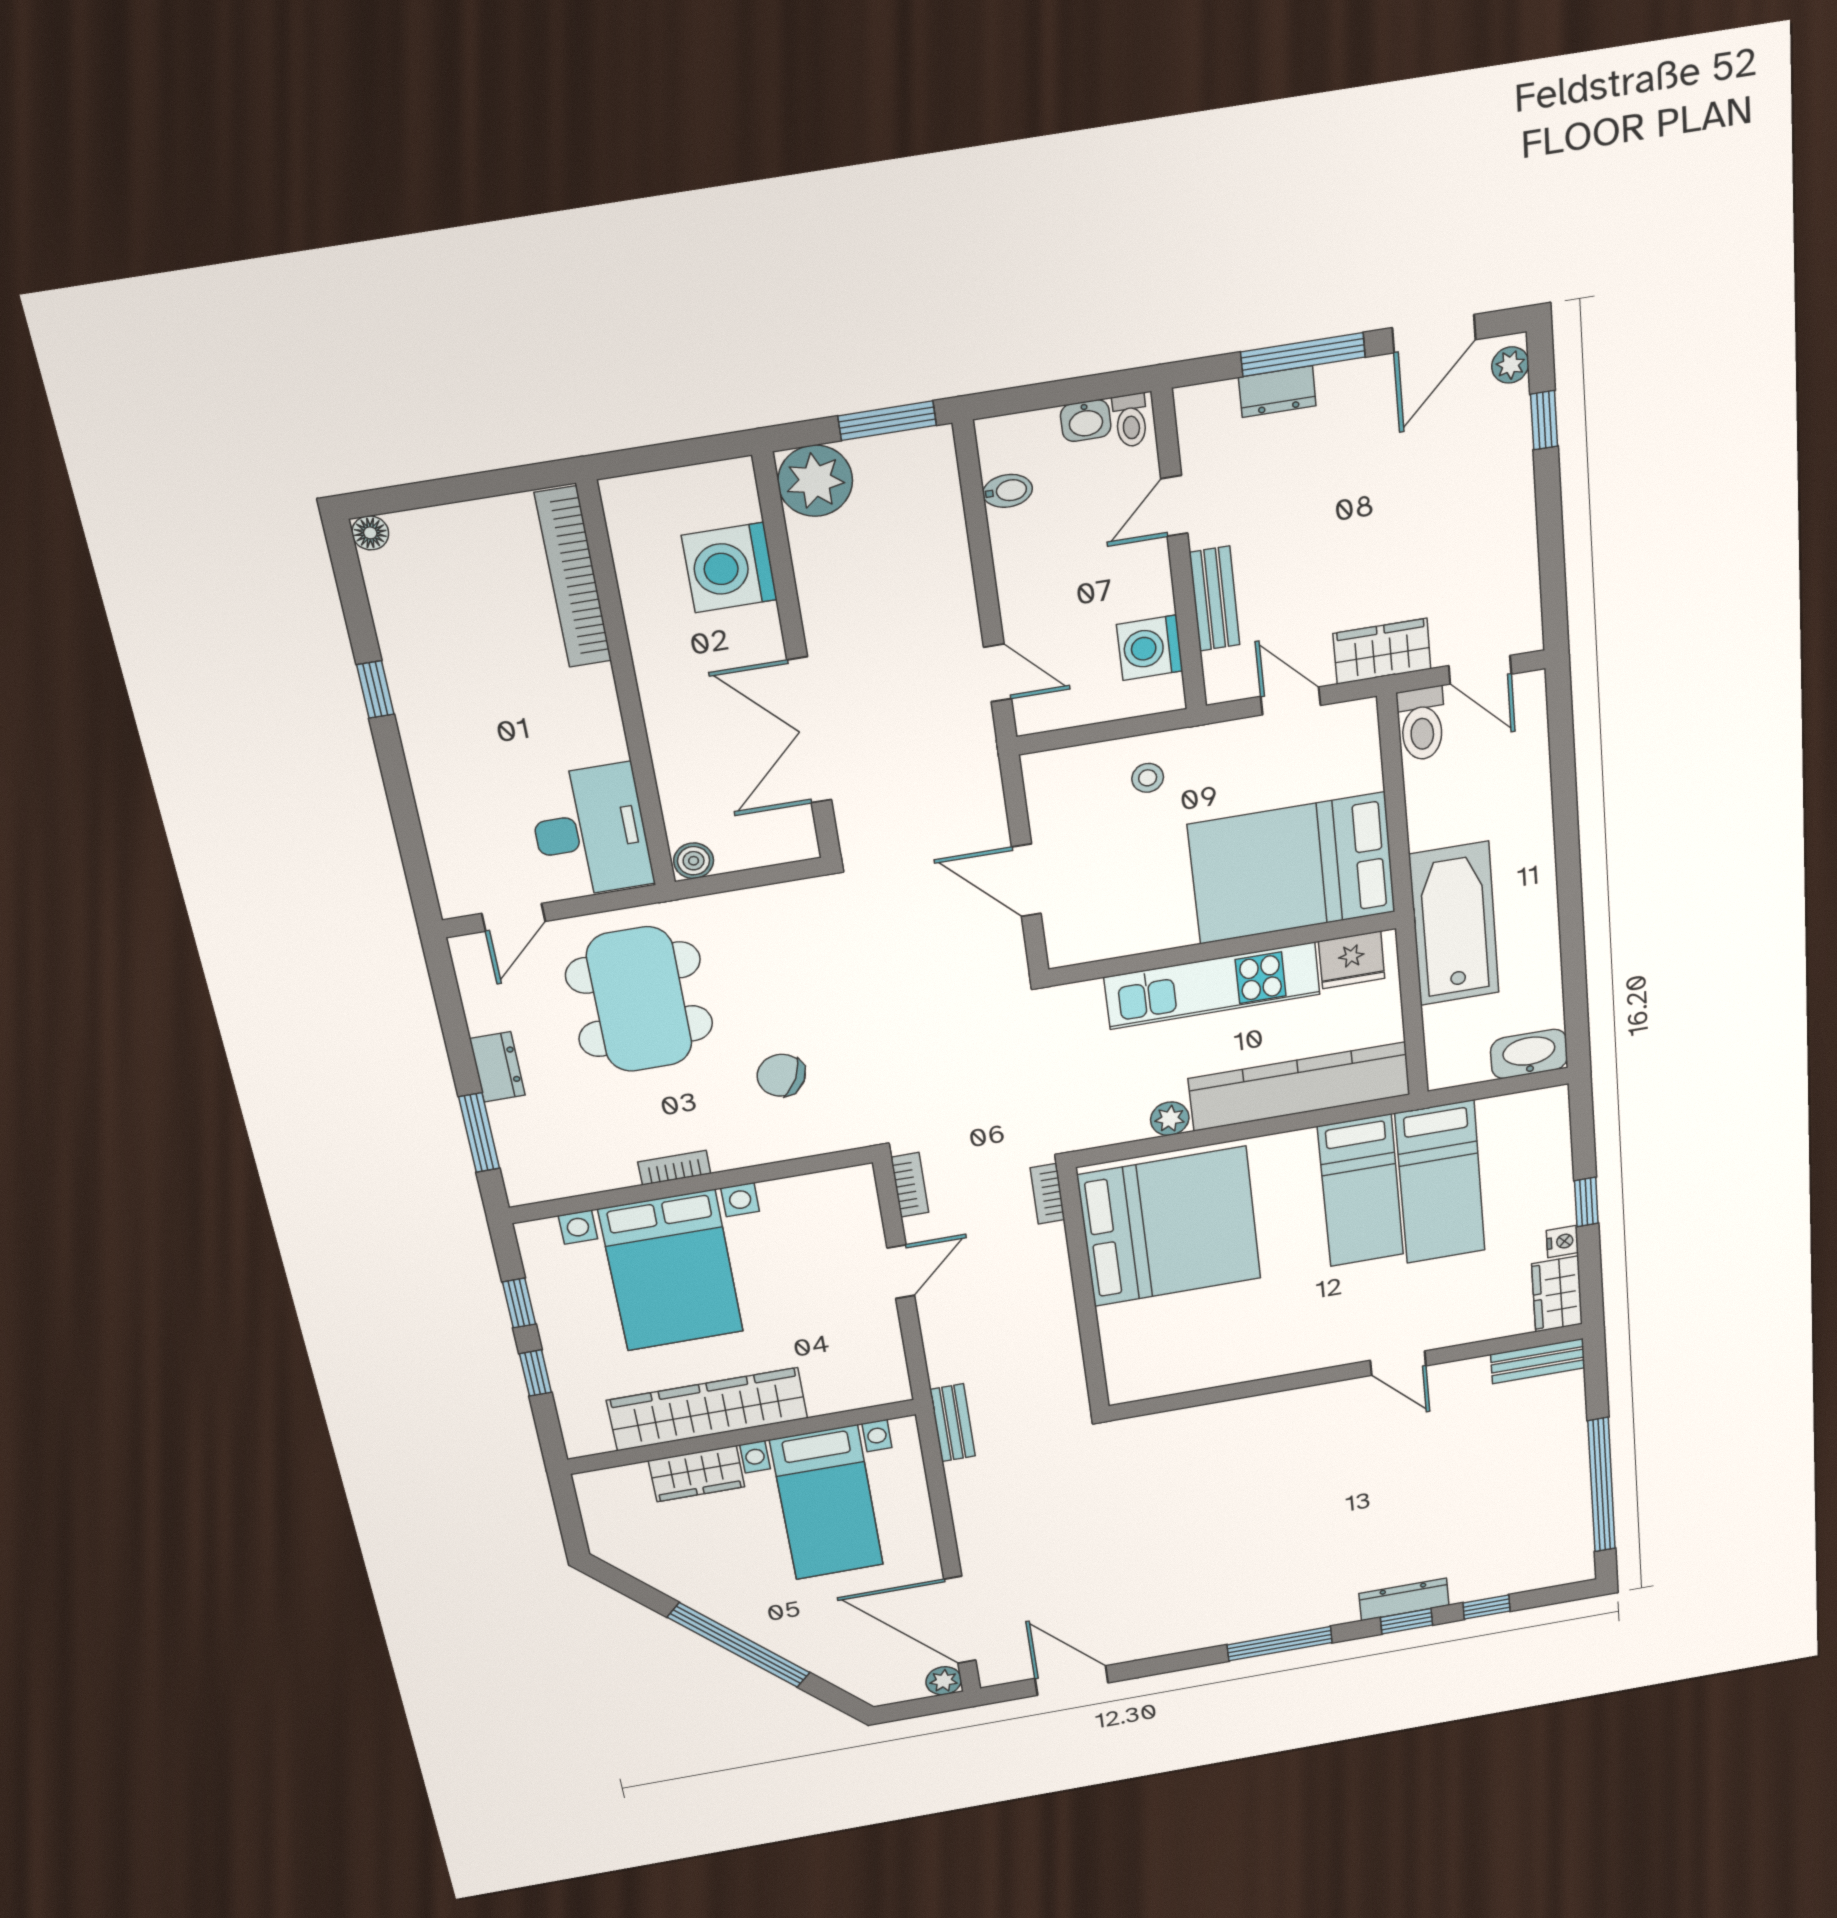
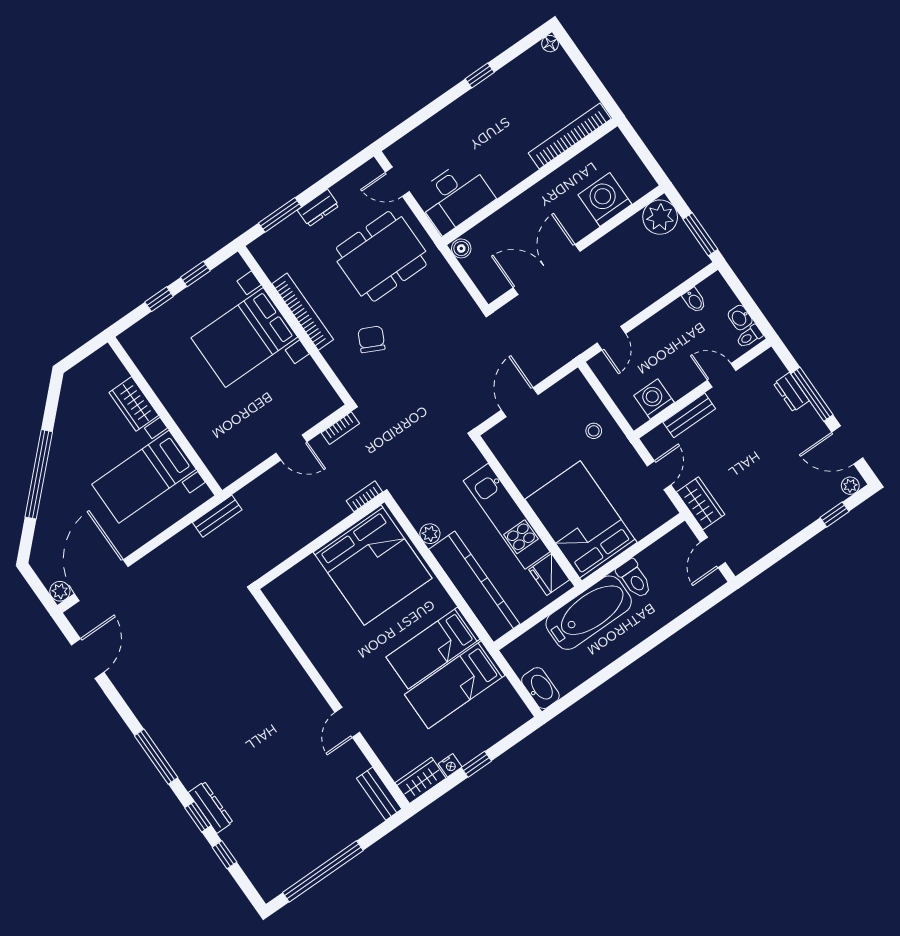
toilet: (1422, 724) -> (634, 579), moved, turned -90
bookcase: (674, 1168) -> (303, 312), width x2.31, depth x1.31
wardrobe: (707, 1409) -> (174, 392), removed

